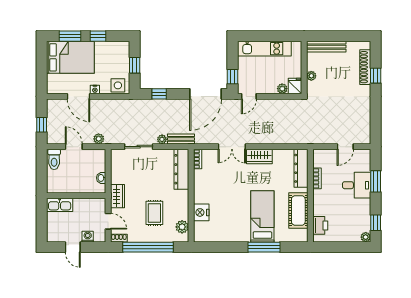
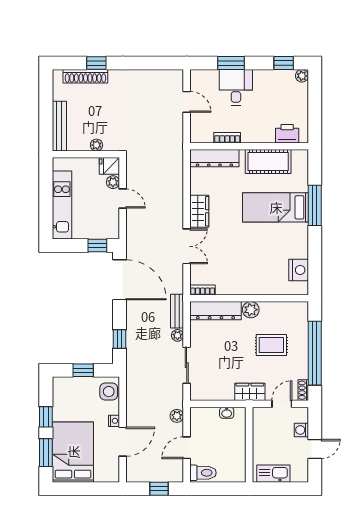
door: (249, 96) -> (123, 199), moved
kitchen sink: (60, 205) -> (273, 474), moved, turned -90
nightstand: (201, 212) -> (299, 270), moved, turned -90
plant: (182, 227) -> (251, 310), moved

